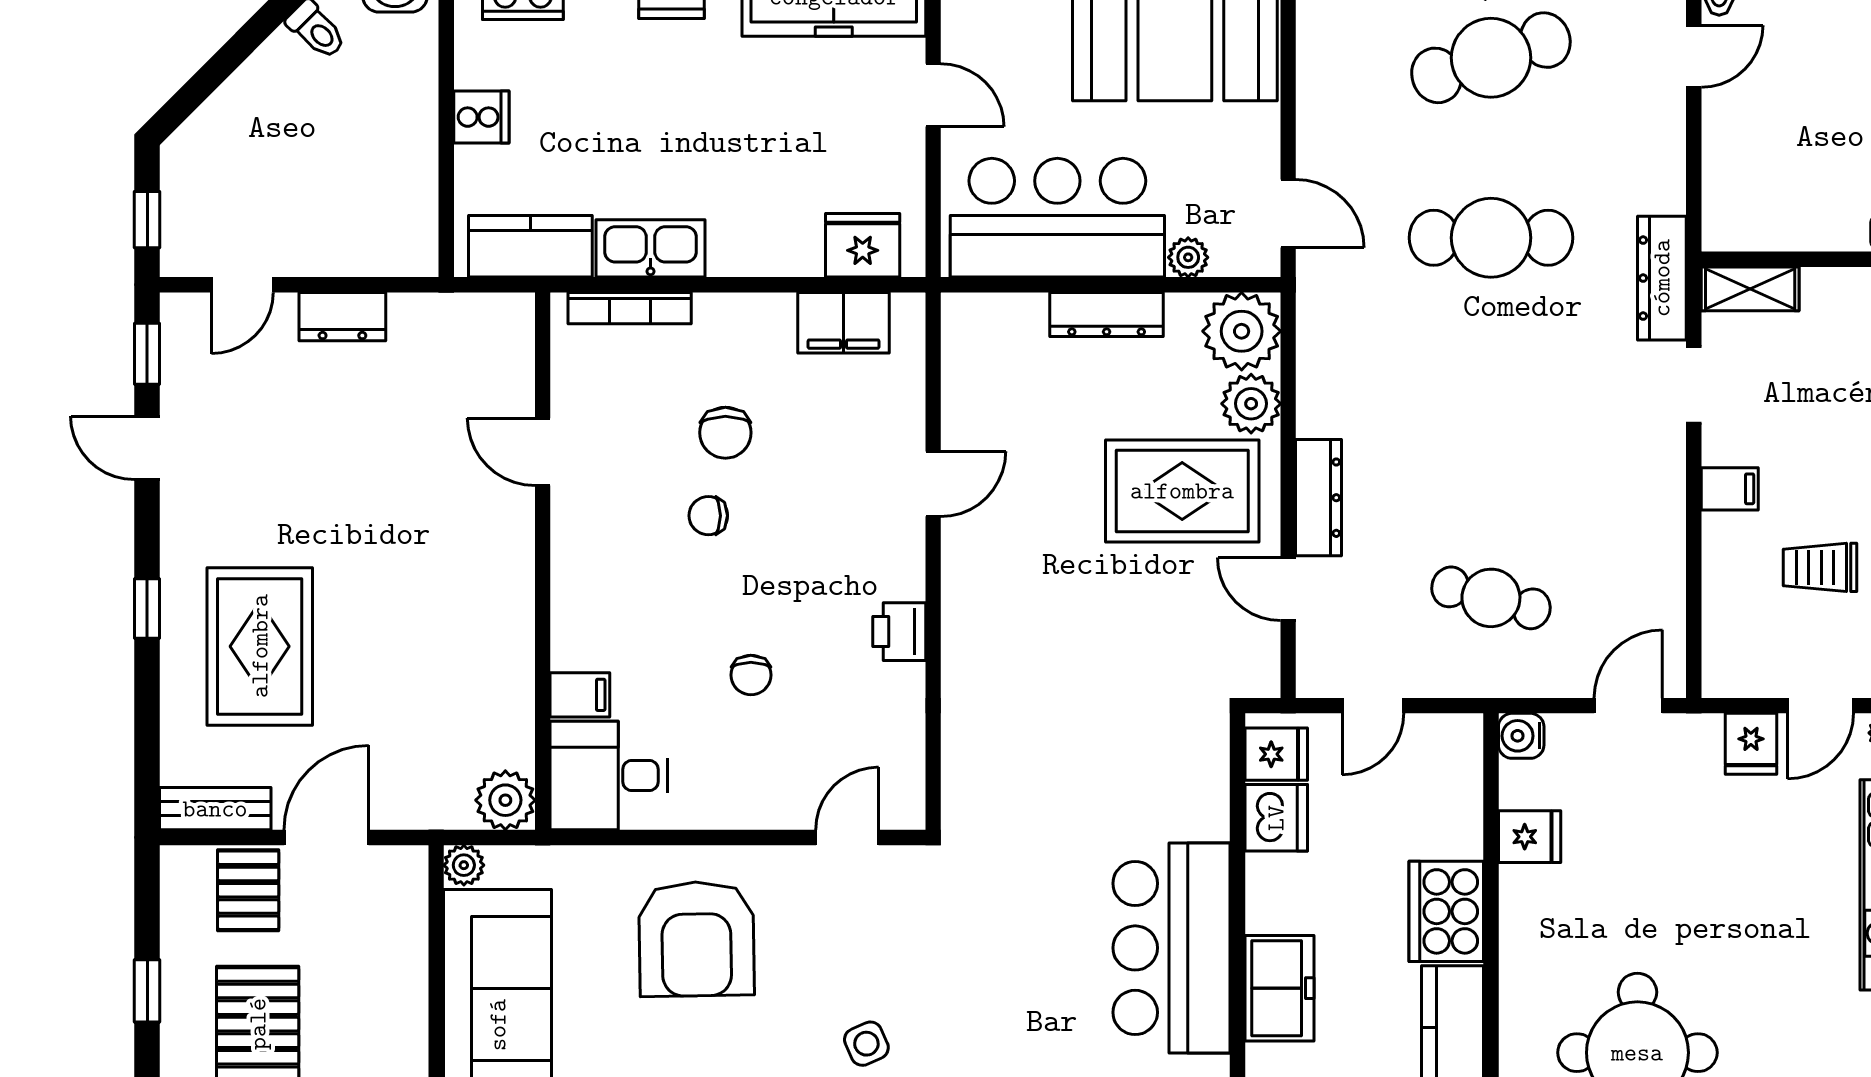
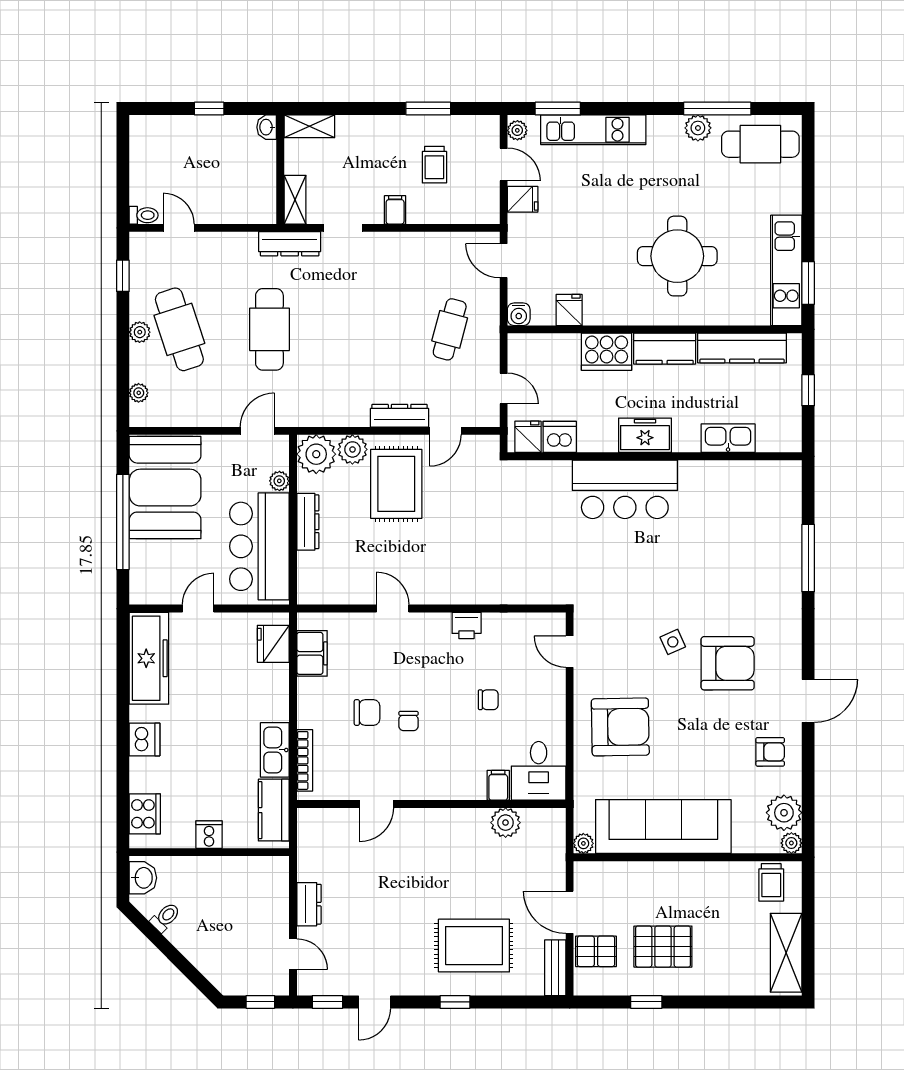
plant: (505, 800) -> (506, 823), moved

